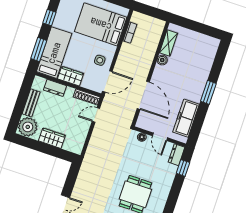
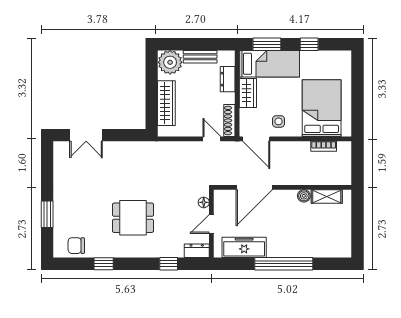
window: (208, 92) -> (284, 264), width x2.11
wardrobe: (52, 138) -> (166, 103), width x1.50
window: (183, 168) -> (169, 264), moved

